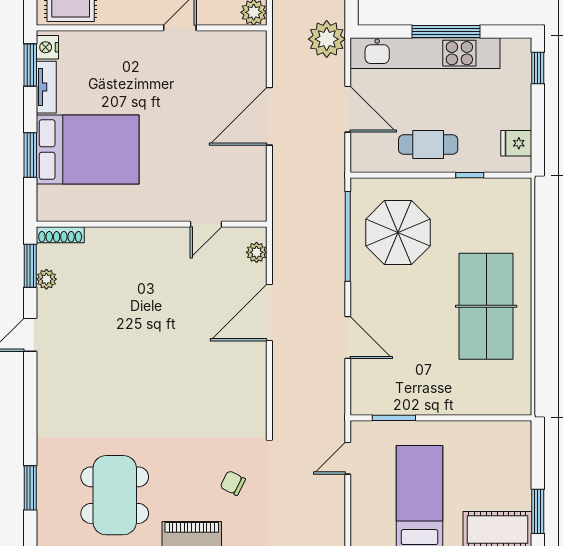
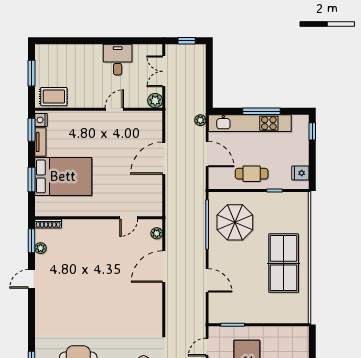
plant: (327, 39) -> (200, 120), width x0.53, depth x0.53

